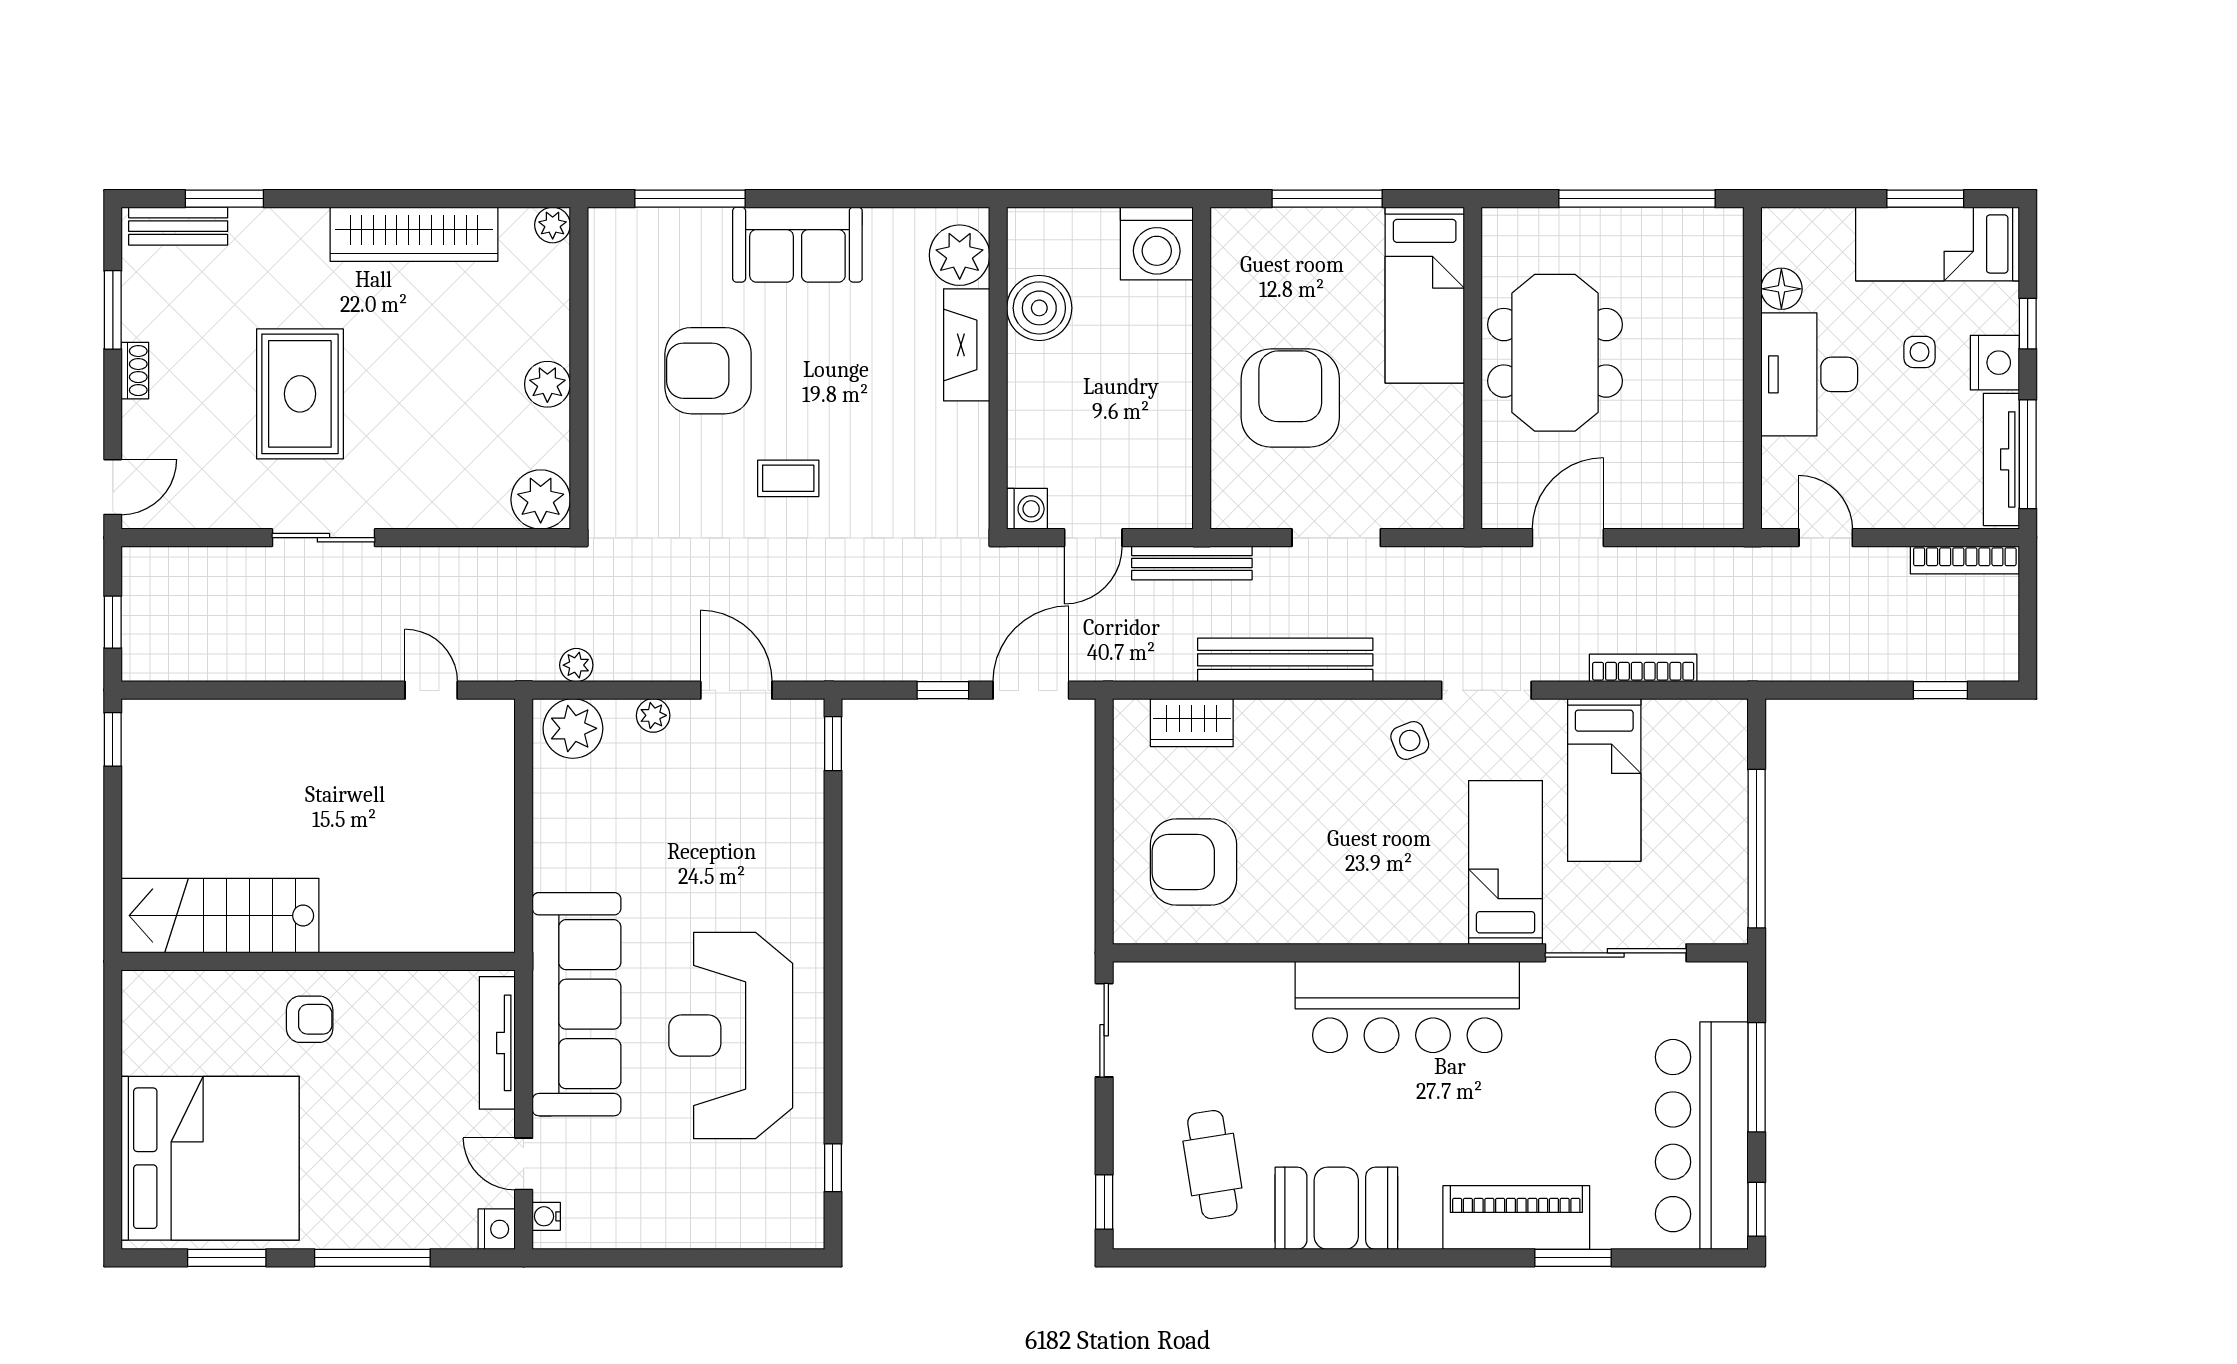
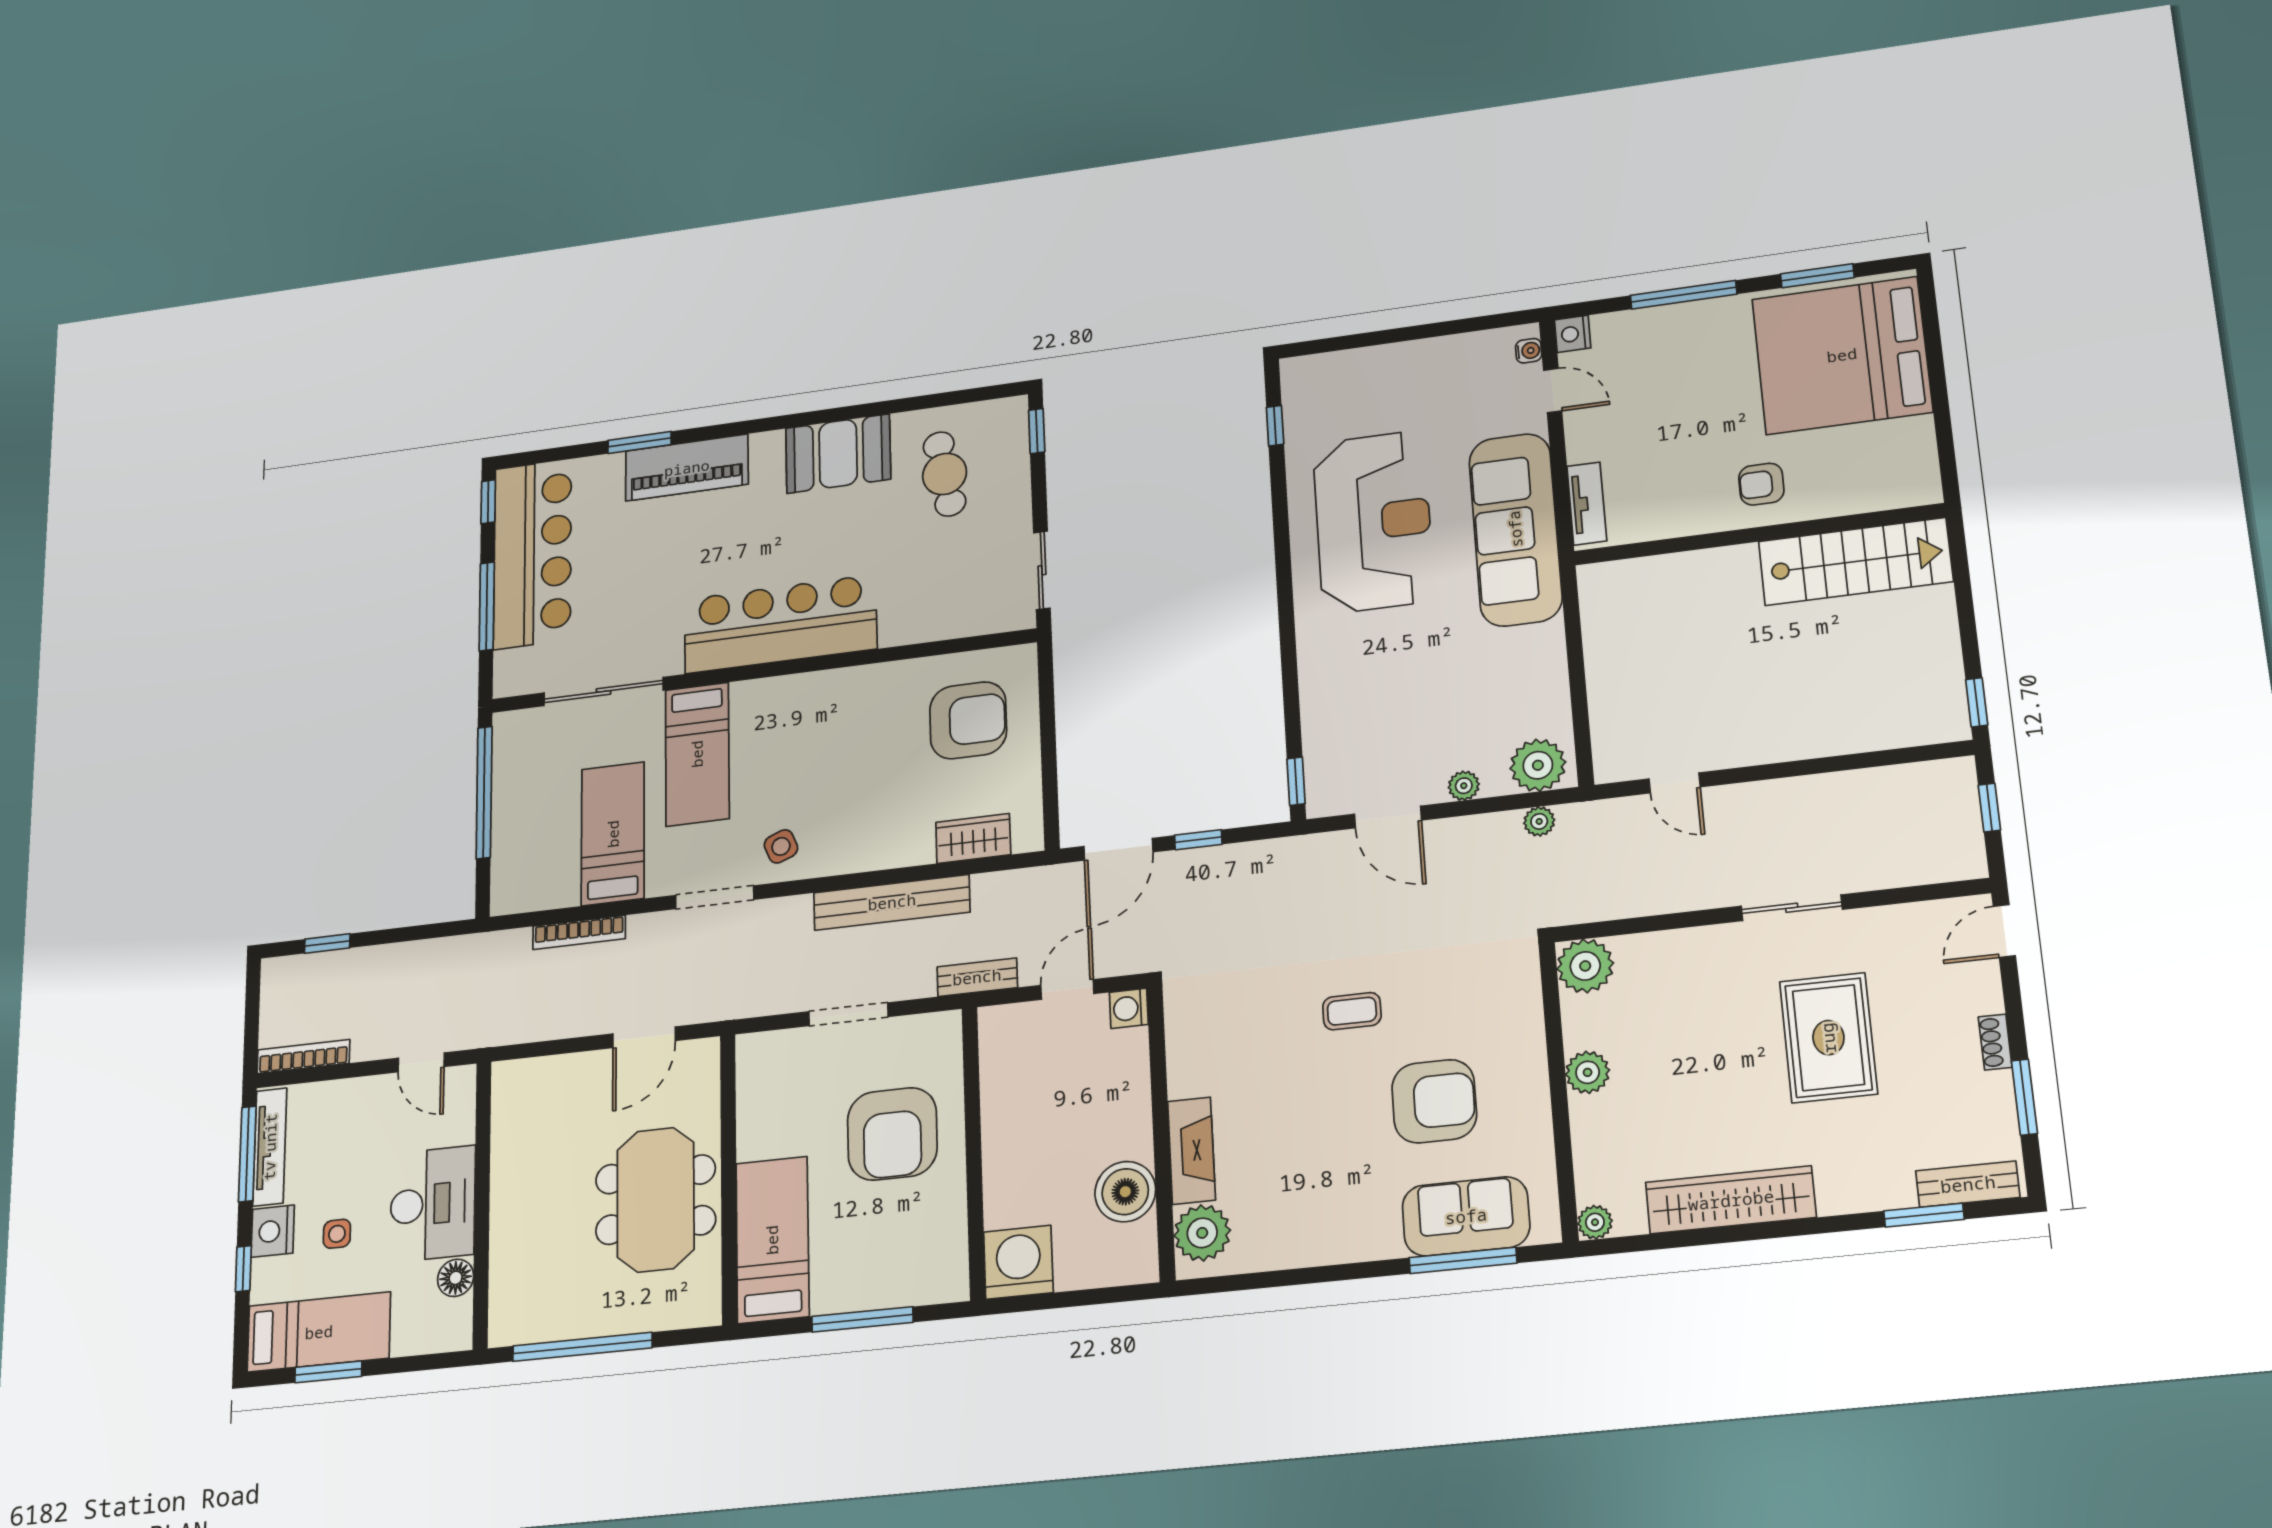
sofa: (797, 245) -> (1466, 1216), moved
bench: (1192, 563) -> (977, 977), width x0.73
tv unit: (497, 1043) -> (1587, 504), width x0.71

